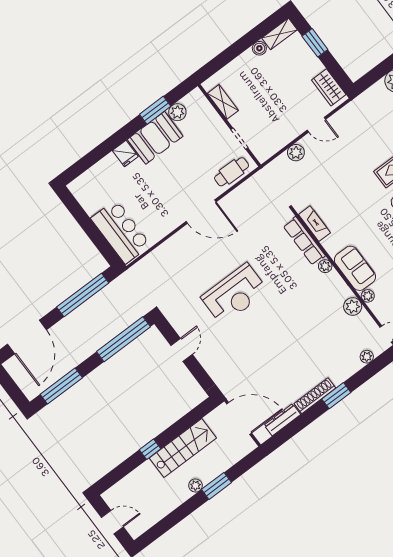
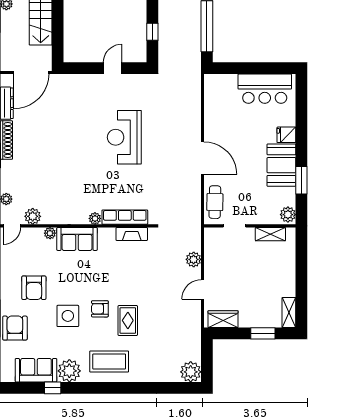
boiler: (259, 48) -> (289, 290), removed
plant: (177, 112) -> (288, 215), moved
door: (201, 212) -> (203, 158), swing flipped
bar counter: (121, 232) -> (265, 89), moved
plant: (353, 307) -> (33, 216), moved
window: (123, 339) -> (152, 32), width x0.32
door: (182, 350) -> (113, 68), swing flipped

